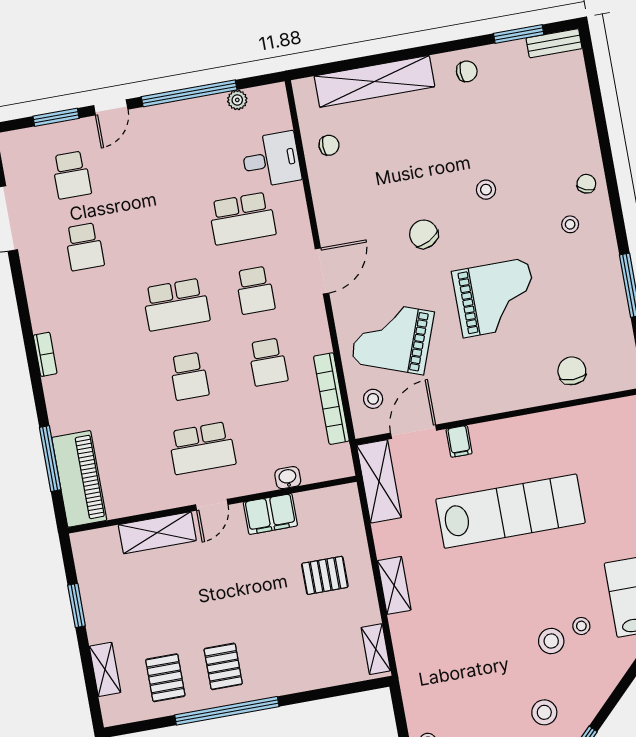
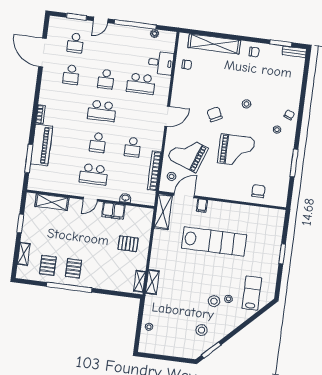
school desk: (255, 290) -> (106, 79), moved
piano: (79, 479) -> (42, 145), moved
shelving: (157, 533) -> (52, 202), moved
shelving: (394, 585) -> (152, 282), moved

